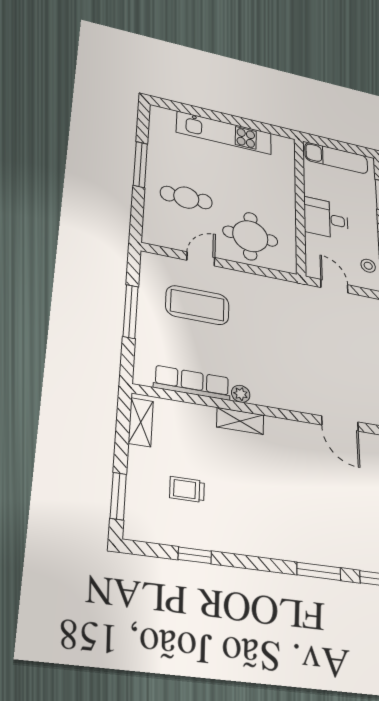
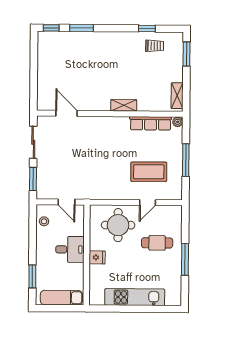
fridge: (283, 199) -> (97, 257), added
plant: (241, 394) -> (178, 122), moved
trolley: (187, 489) -> (155, 46), moved

